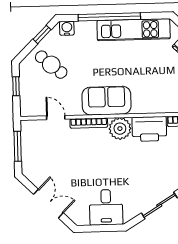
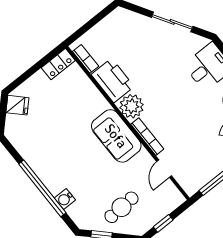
water cooler: (67, 28) -> (65, 199), moved
kitchen unit: (134, 30) -> (37, 159), removed
cafe table: (51, 65) -> (121, 207), turned 47

